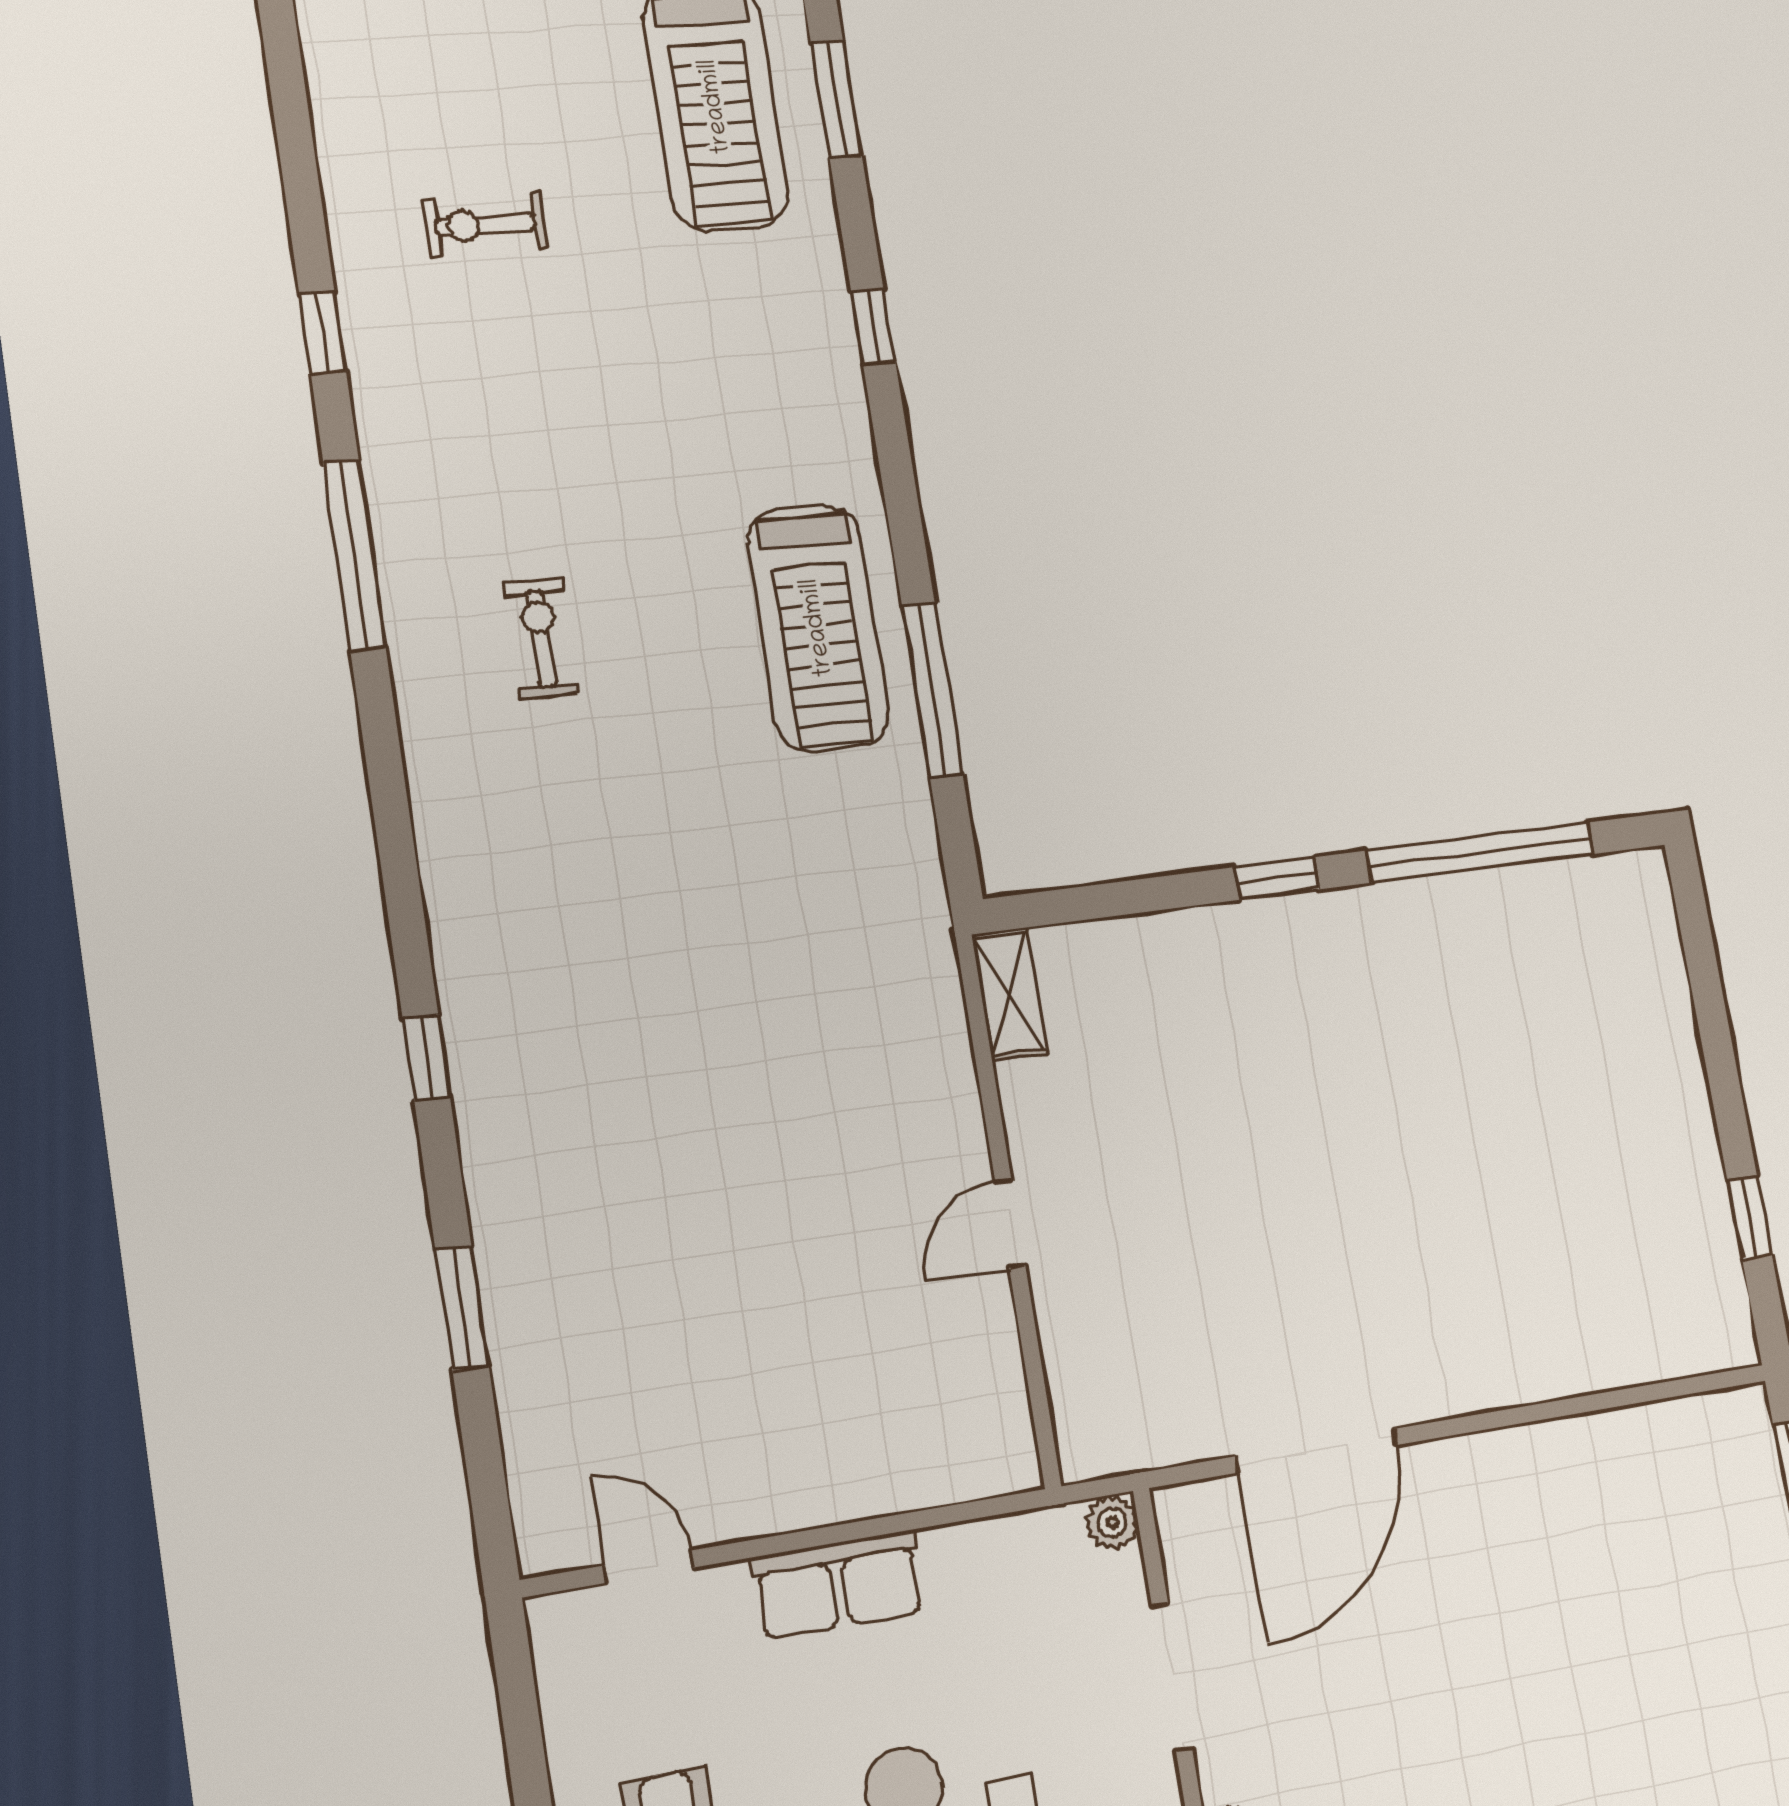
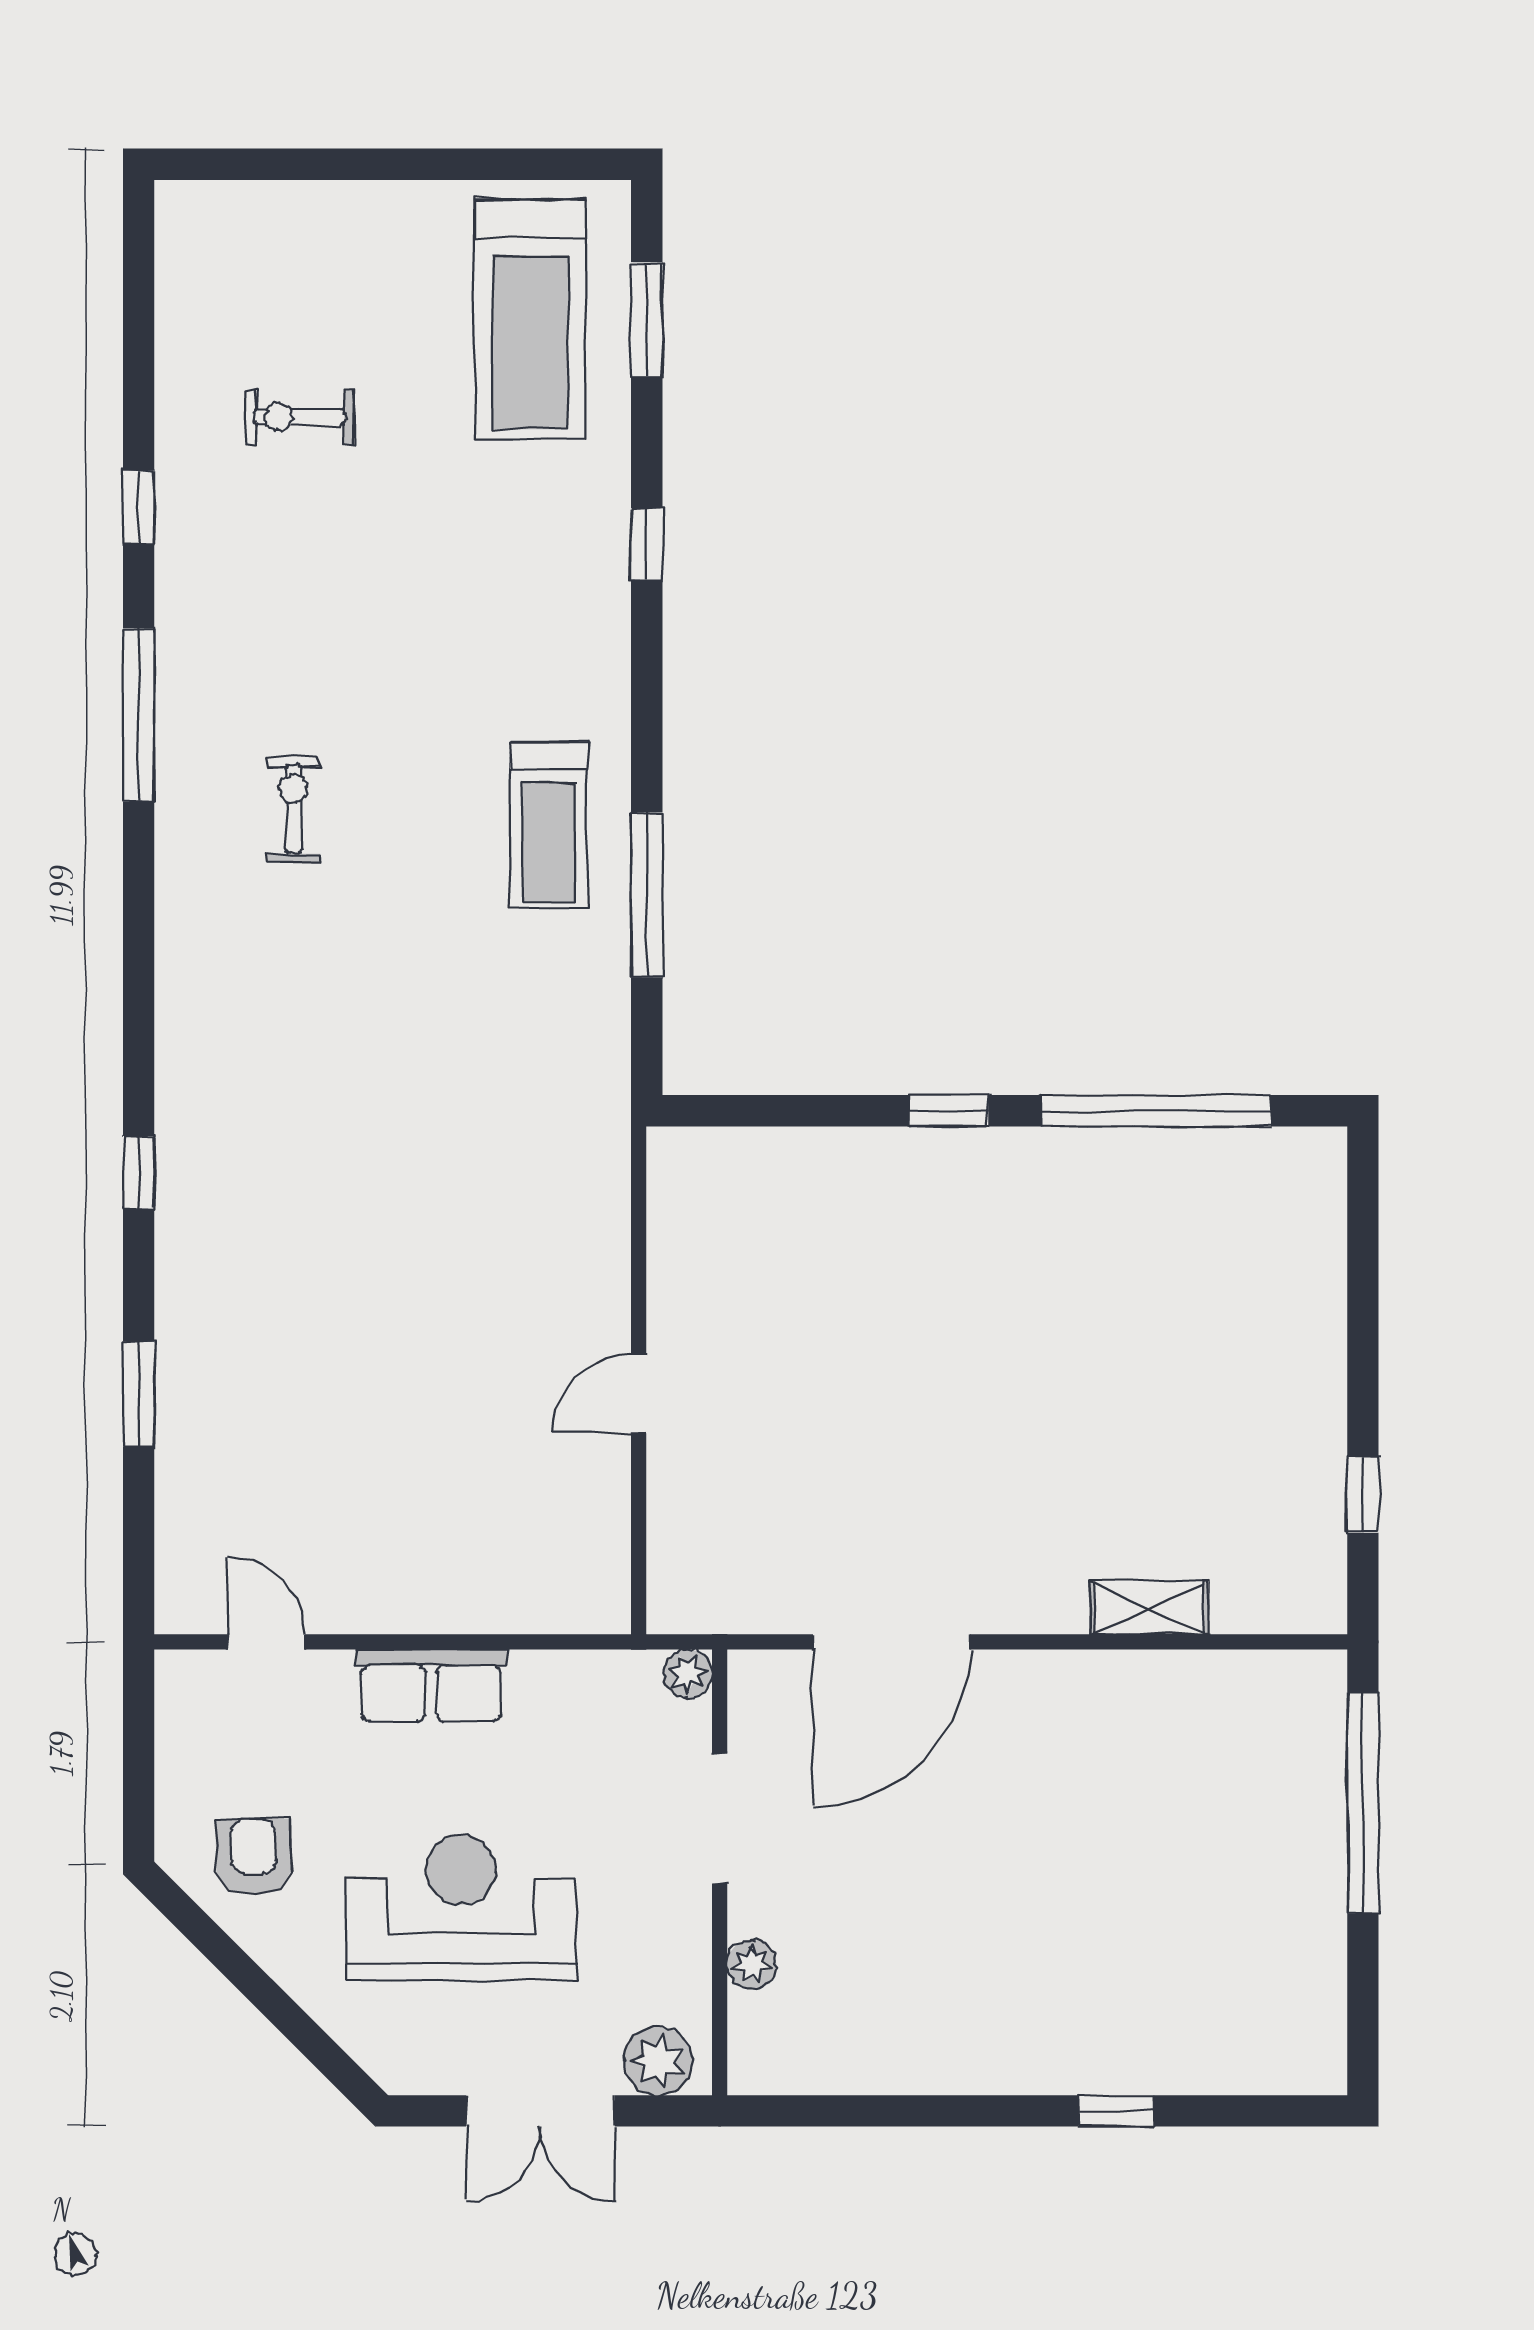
treadmill: (818, 628) -> (549, 826), width x0.73, depth x0.73
shelving: (1009, 994) -> (1149, 1608), moved, turned 90

